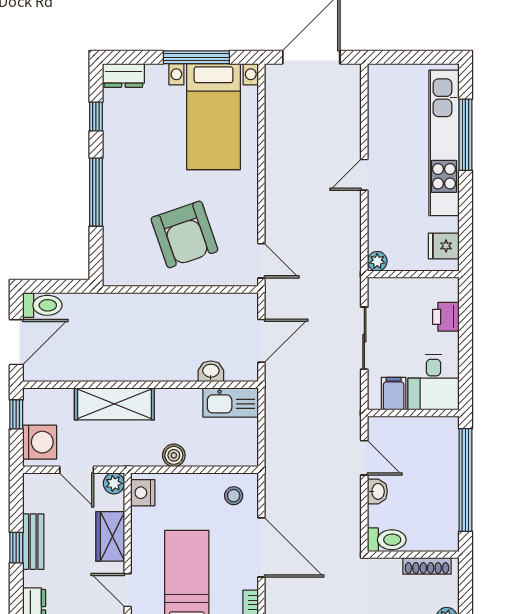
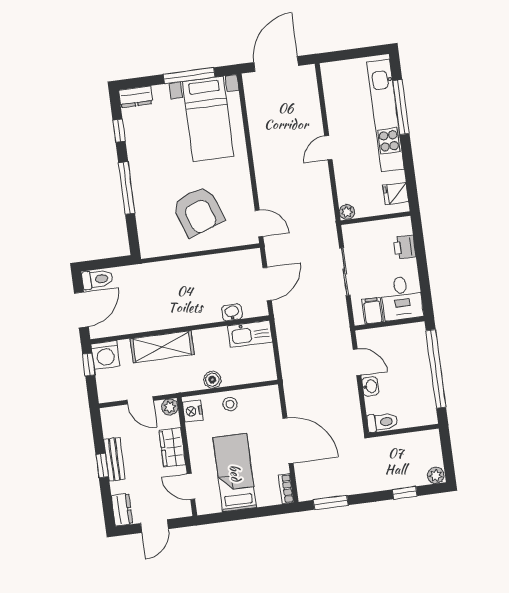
washing machine: (40, 442) -> (105, 355), moved, turned 90
stool: (234, 496) -> (230, 404), moved
shoe rack: (427, 566) -> (415, 438), removed

